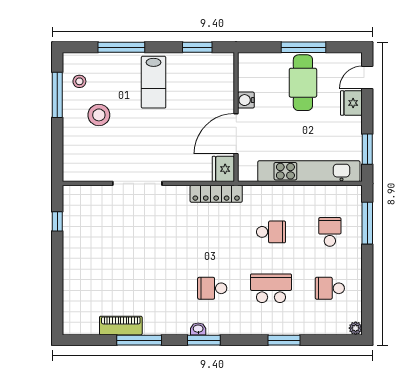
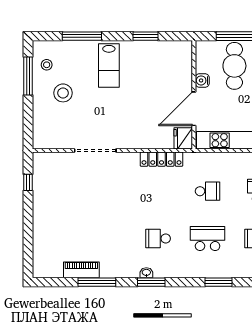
water cooler: (246, 100) -> (202, 80), moved
wall: (236, 117) -> (194, 95), moved
door: (236, 134) -> (194, 109), moved
fridge: (223, 169) -> (183, 138), moved

